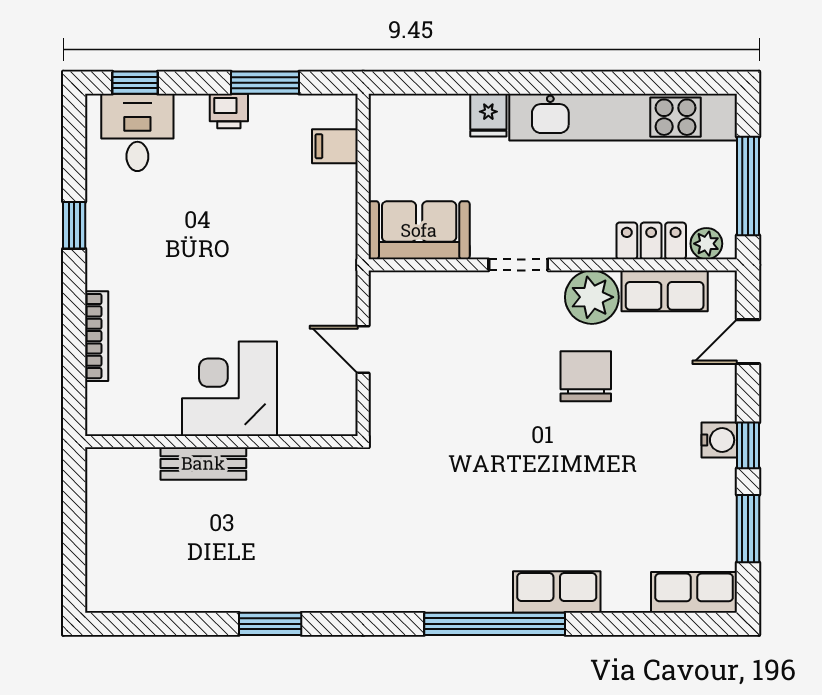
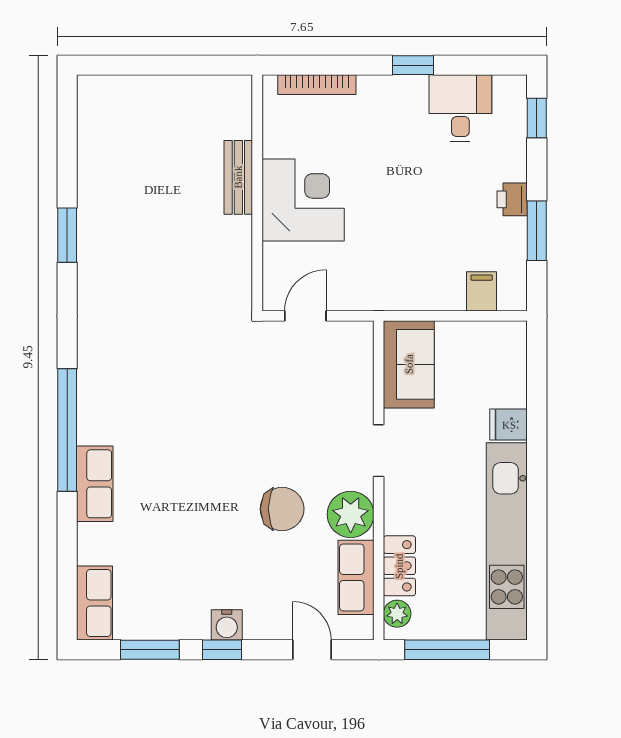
desk: (137, 132) -> (460, 108), moved, turned -90
corner desk: (229, 389) -> (303, 200), moved
wall: (221, 442) -> (257, 193), moved
bench: (203, 463) -> (238, 177), moved

